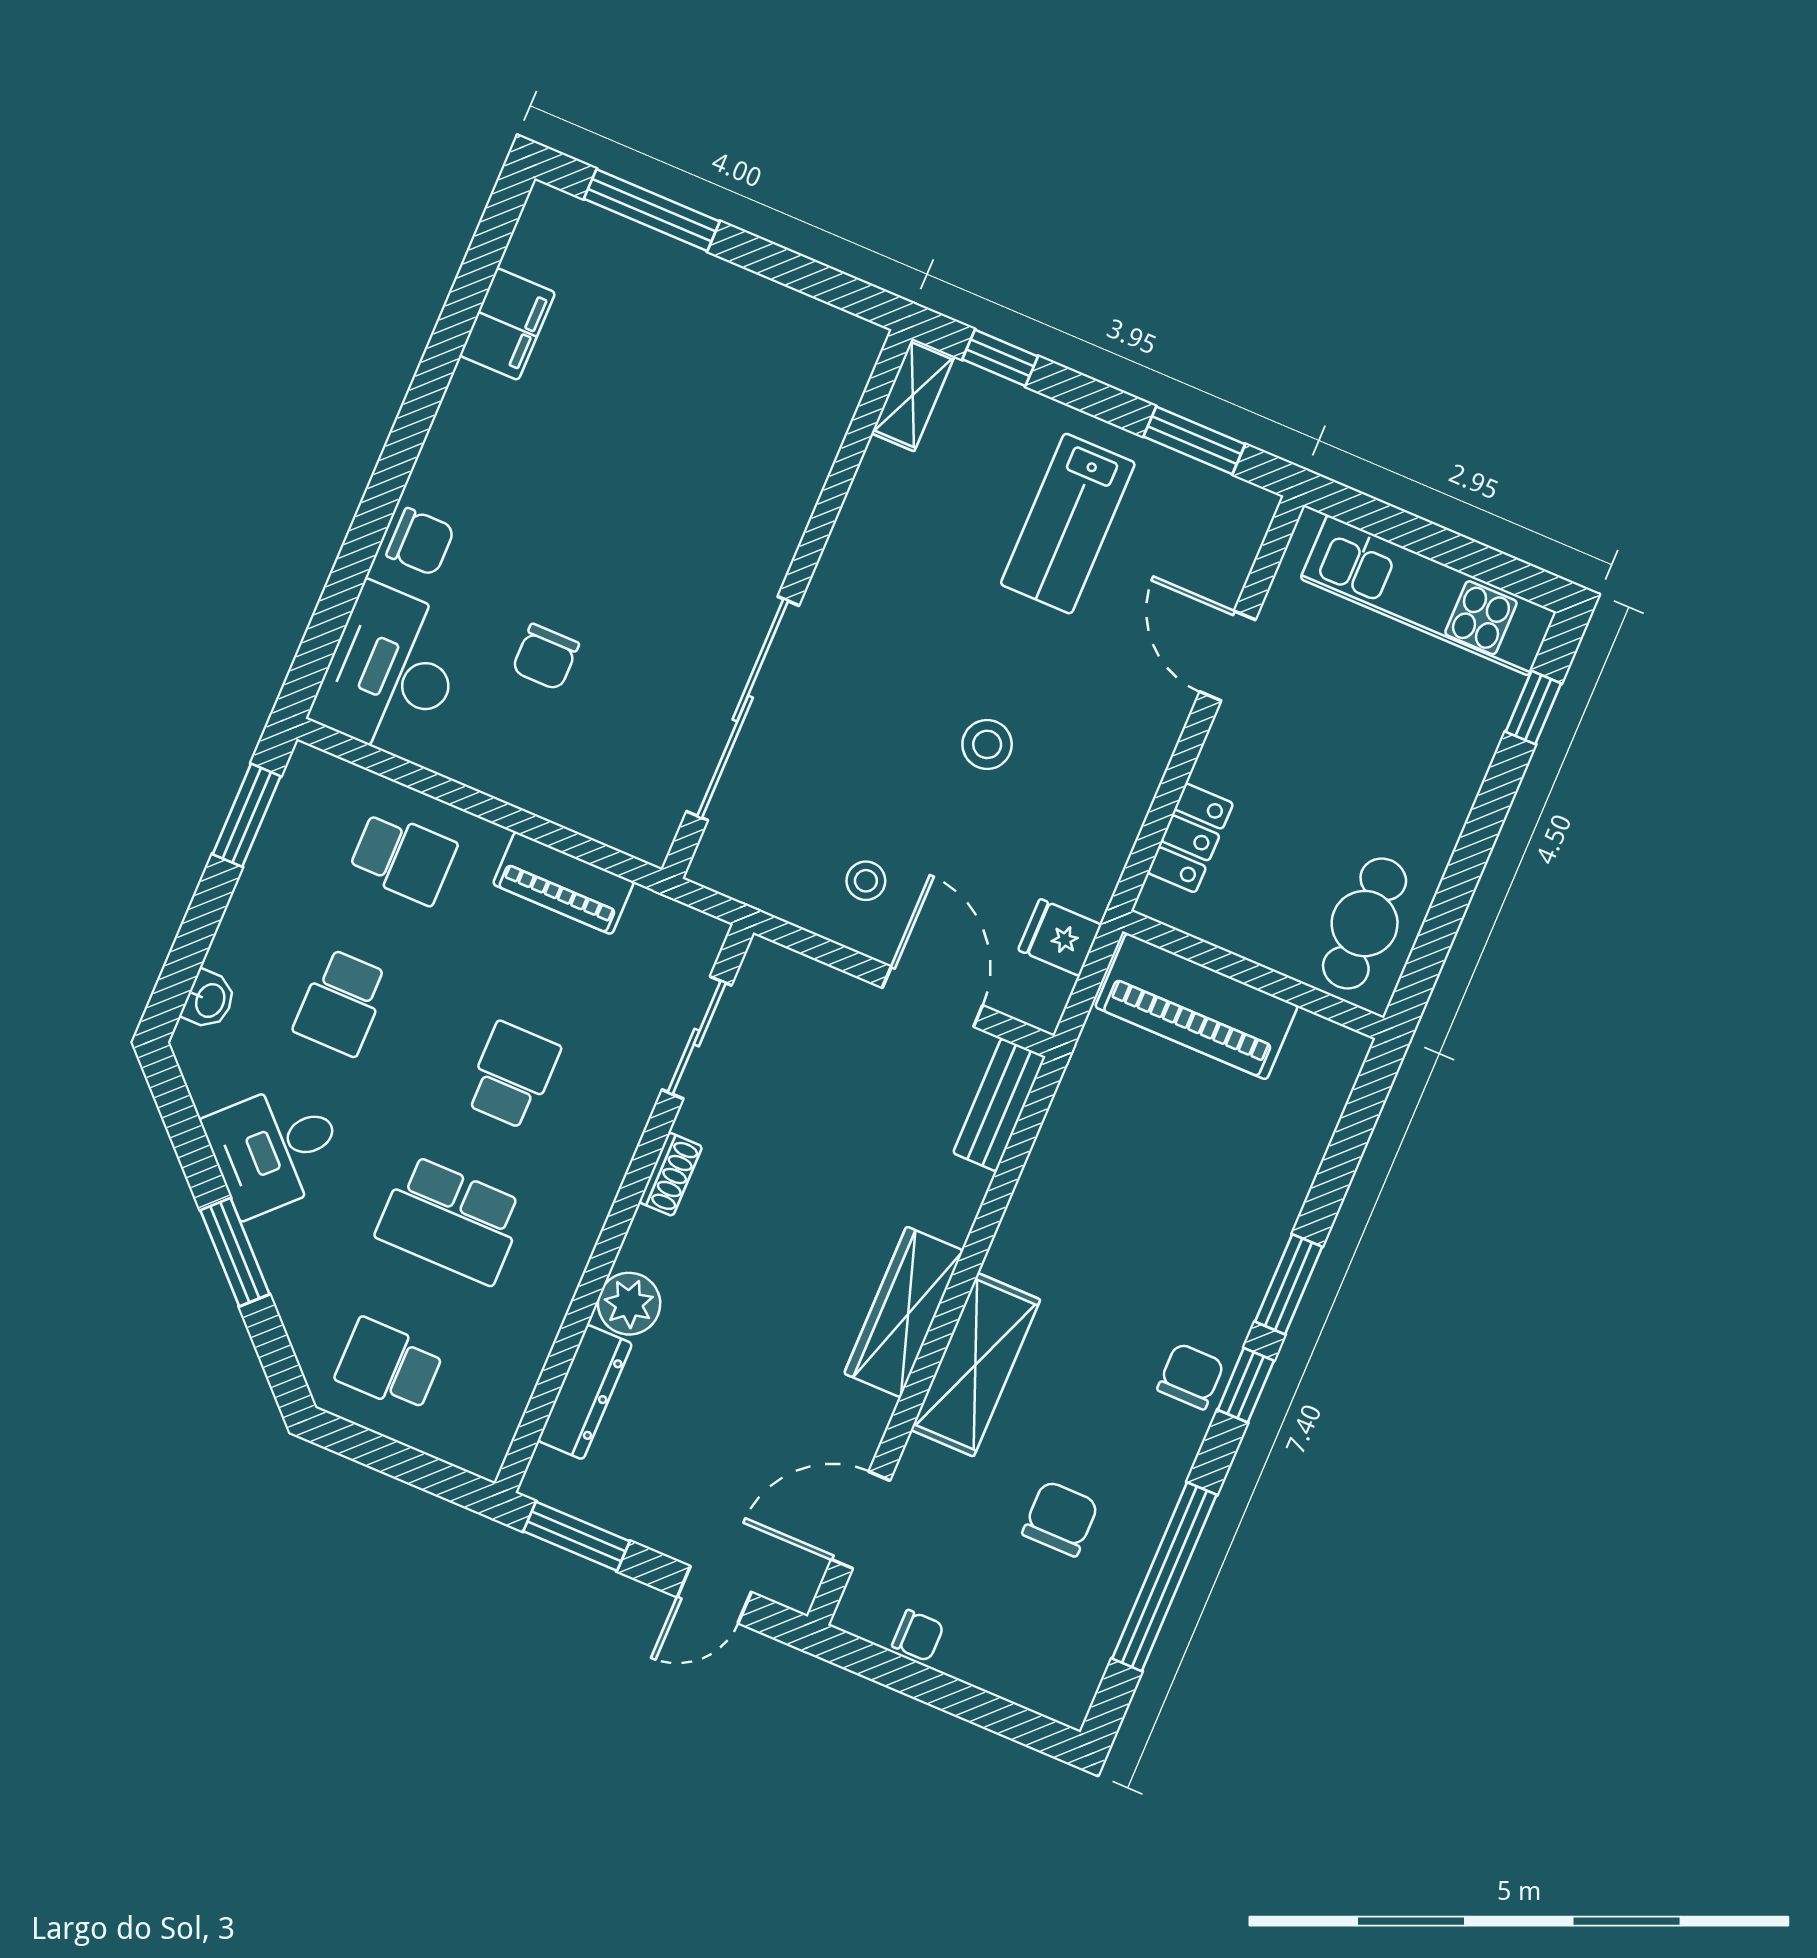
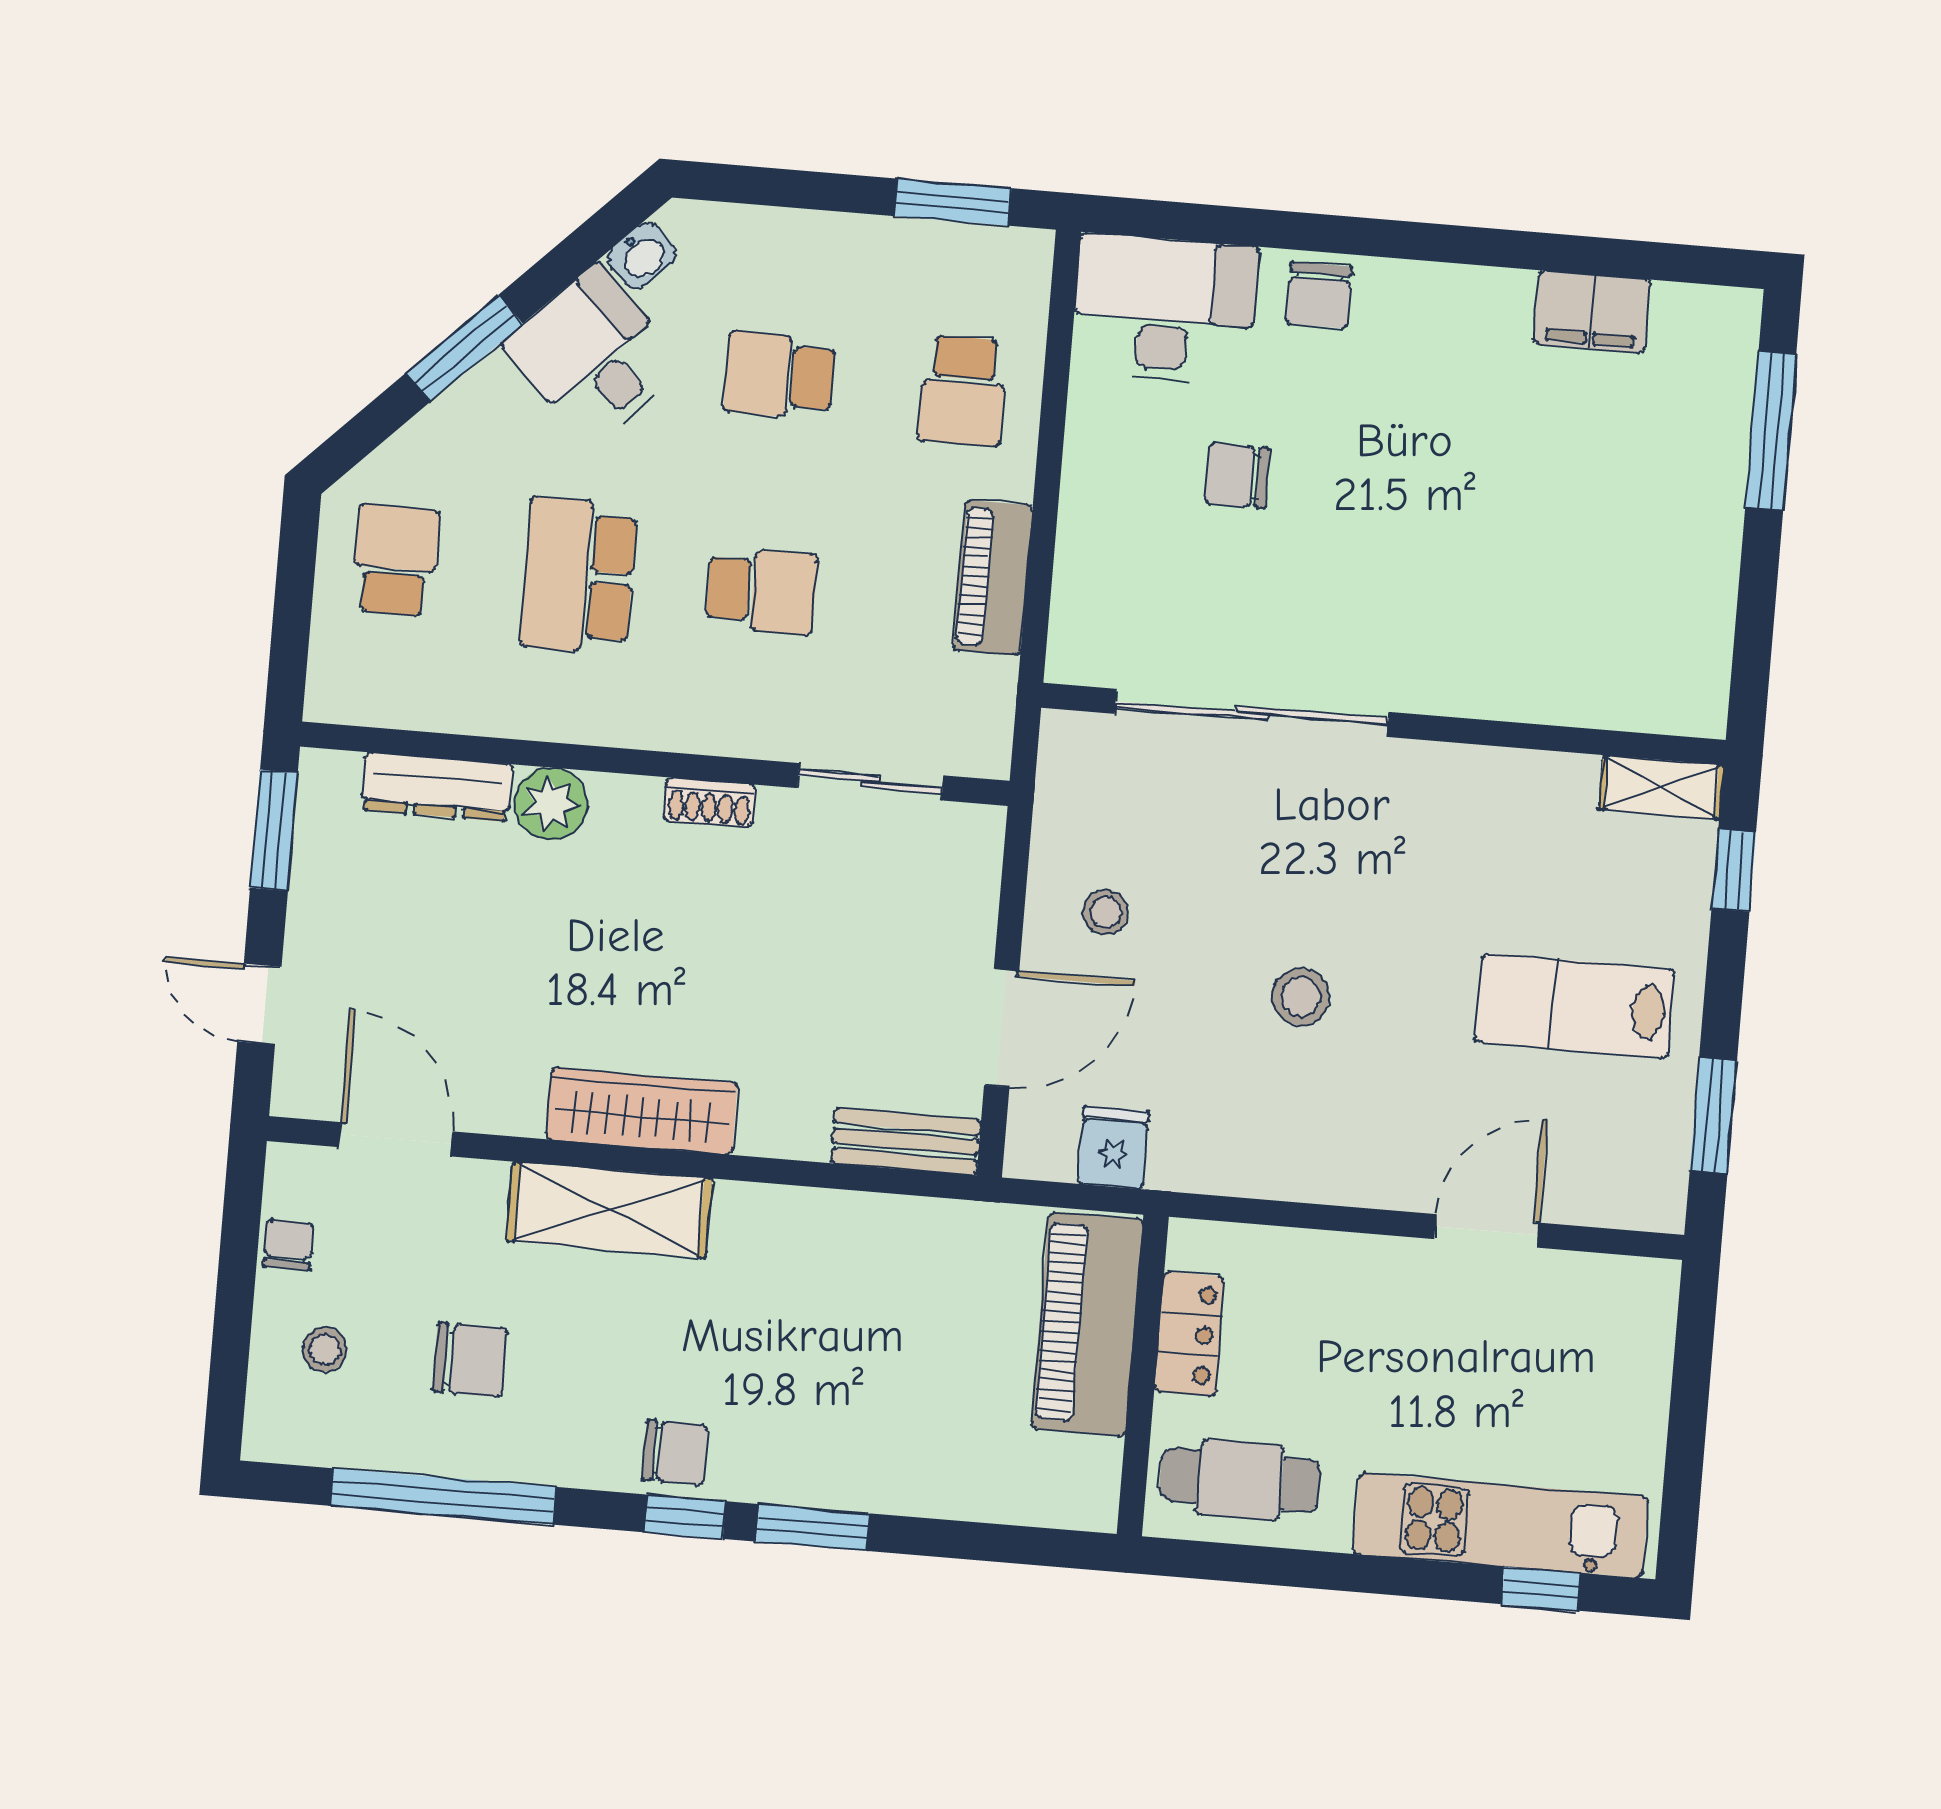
kitchen unit: (1428, 595) -> (1501, 1525), moved, turned 90
locker: (1190, 838) -> (1189, 1334), moved, turned -90
washbasin: (209, 1000) -> (642, 256), moved, turned -45
stool: (1013, 1634) -> (324, 1350), added
chair: (918, 1636) -> (288, 1245), turned 180

